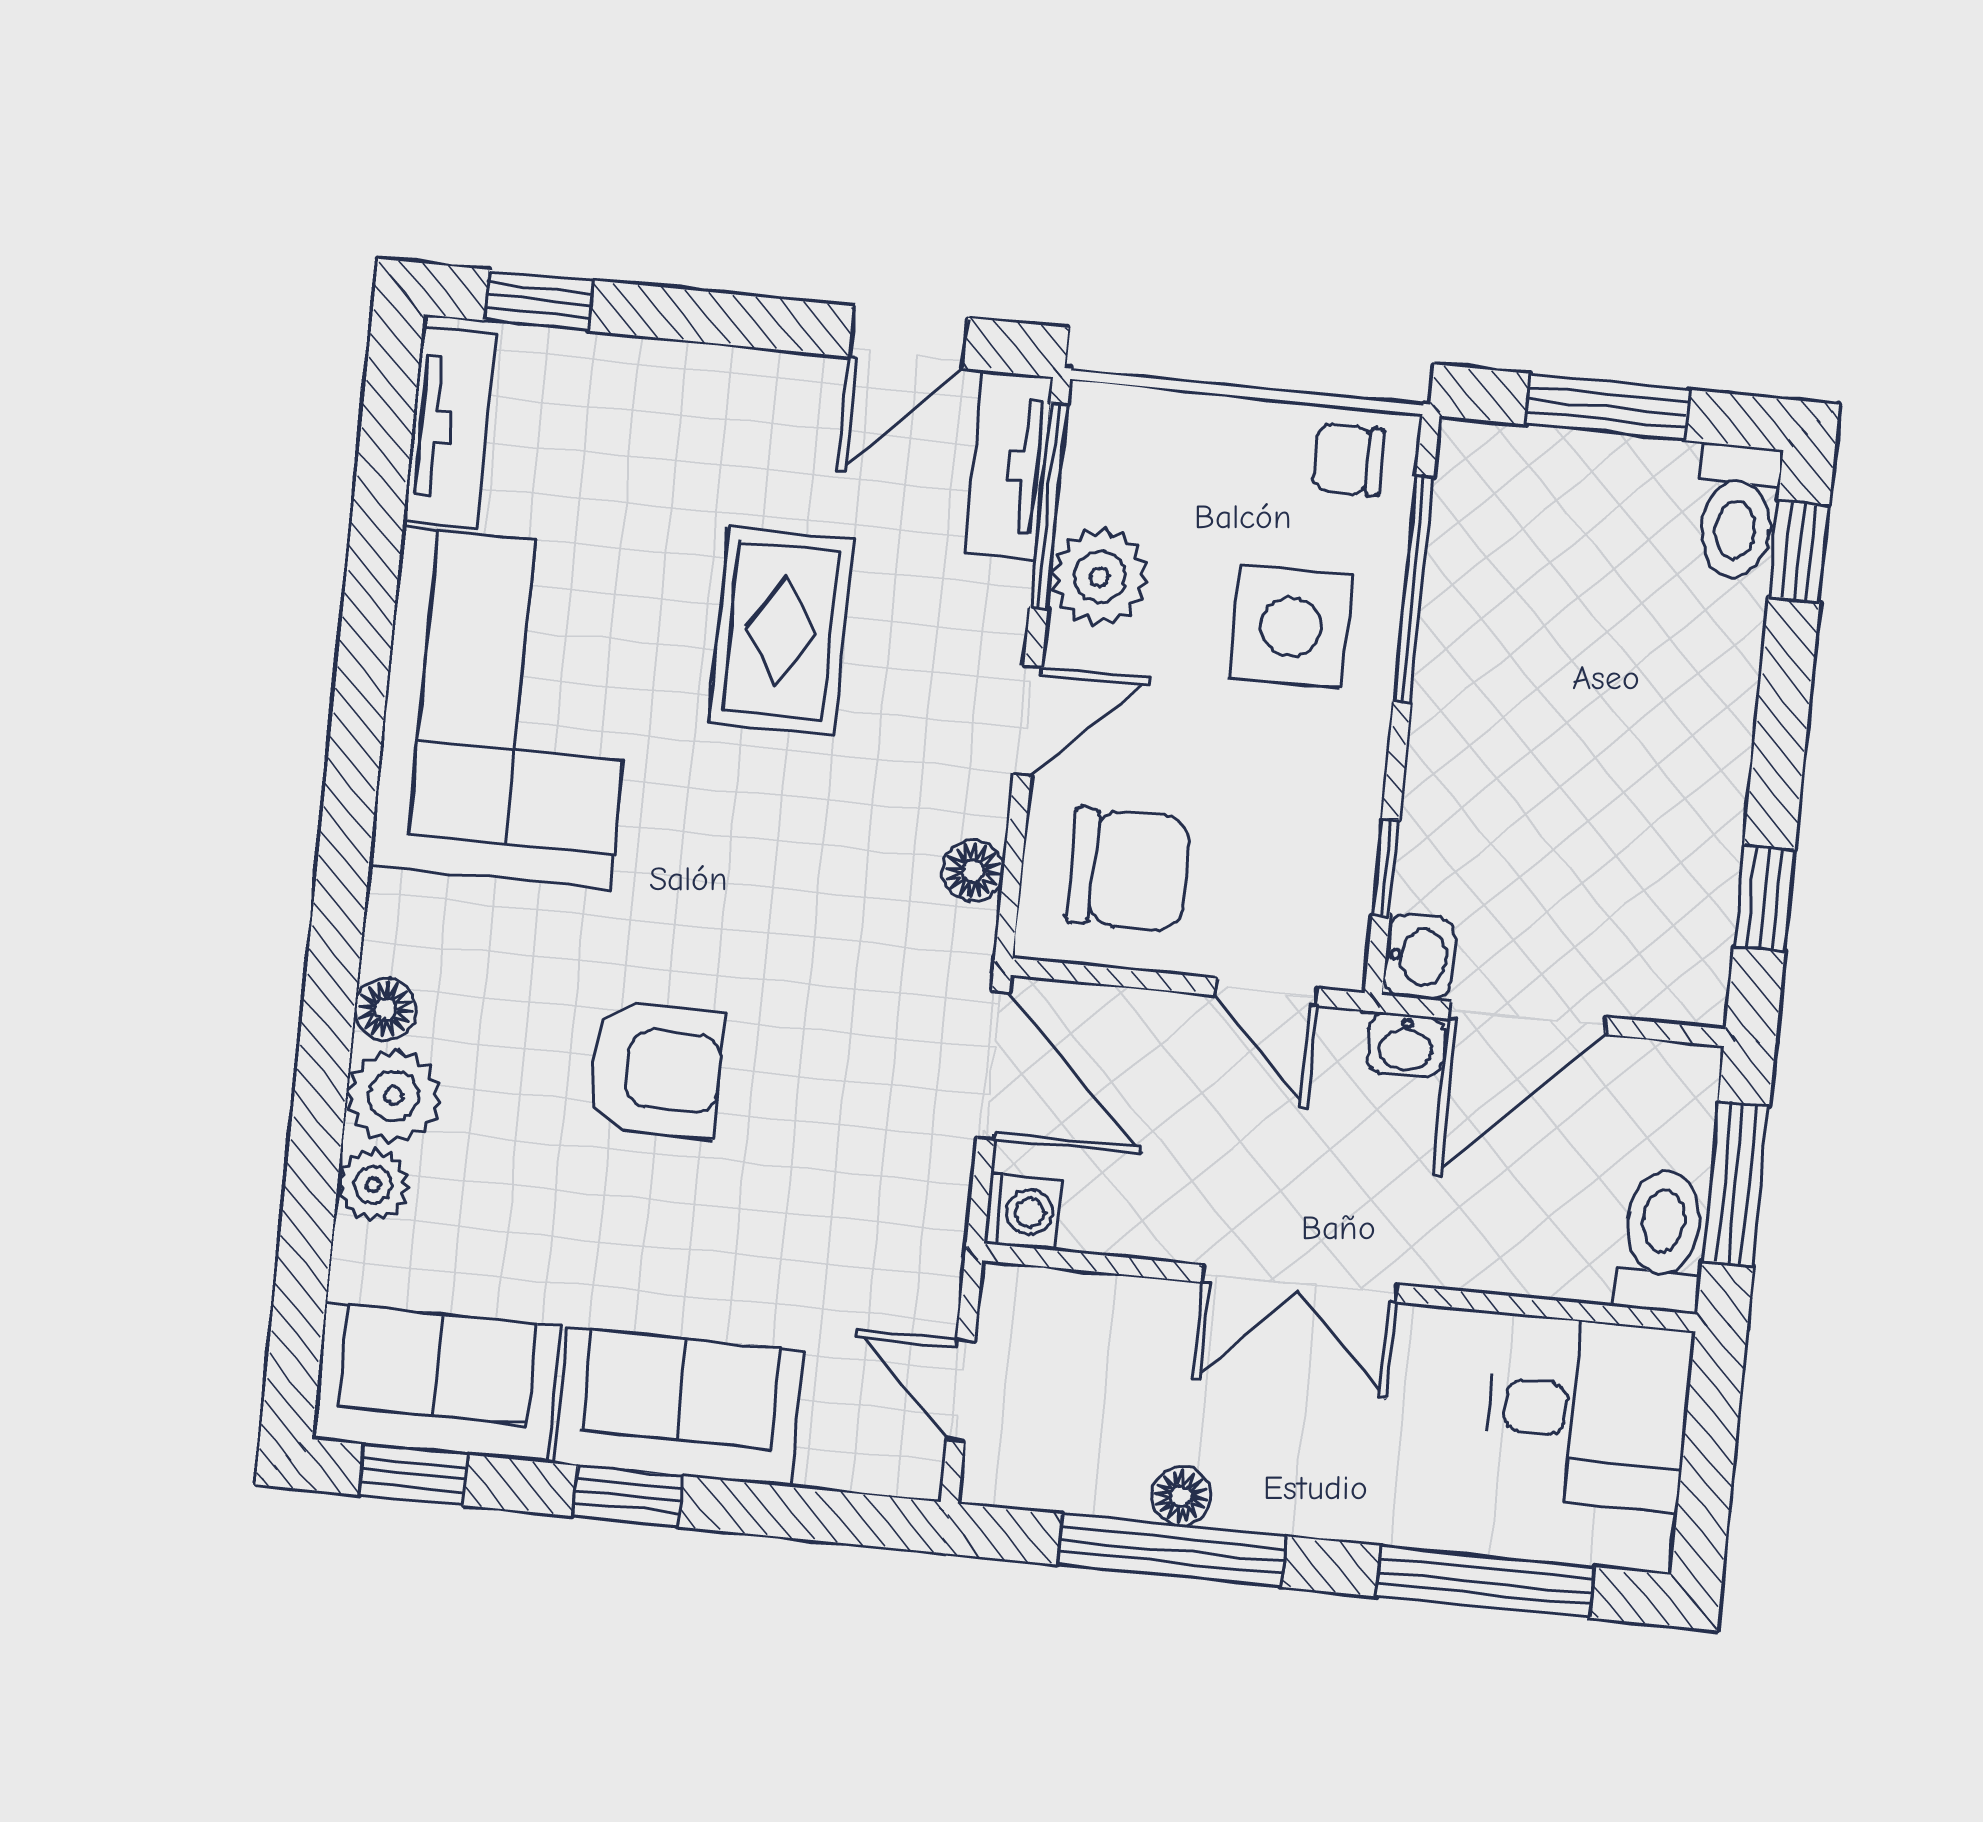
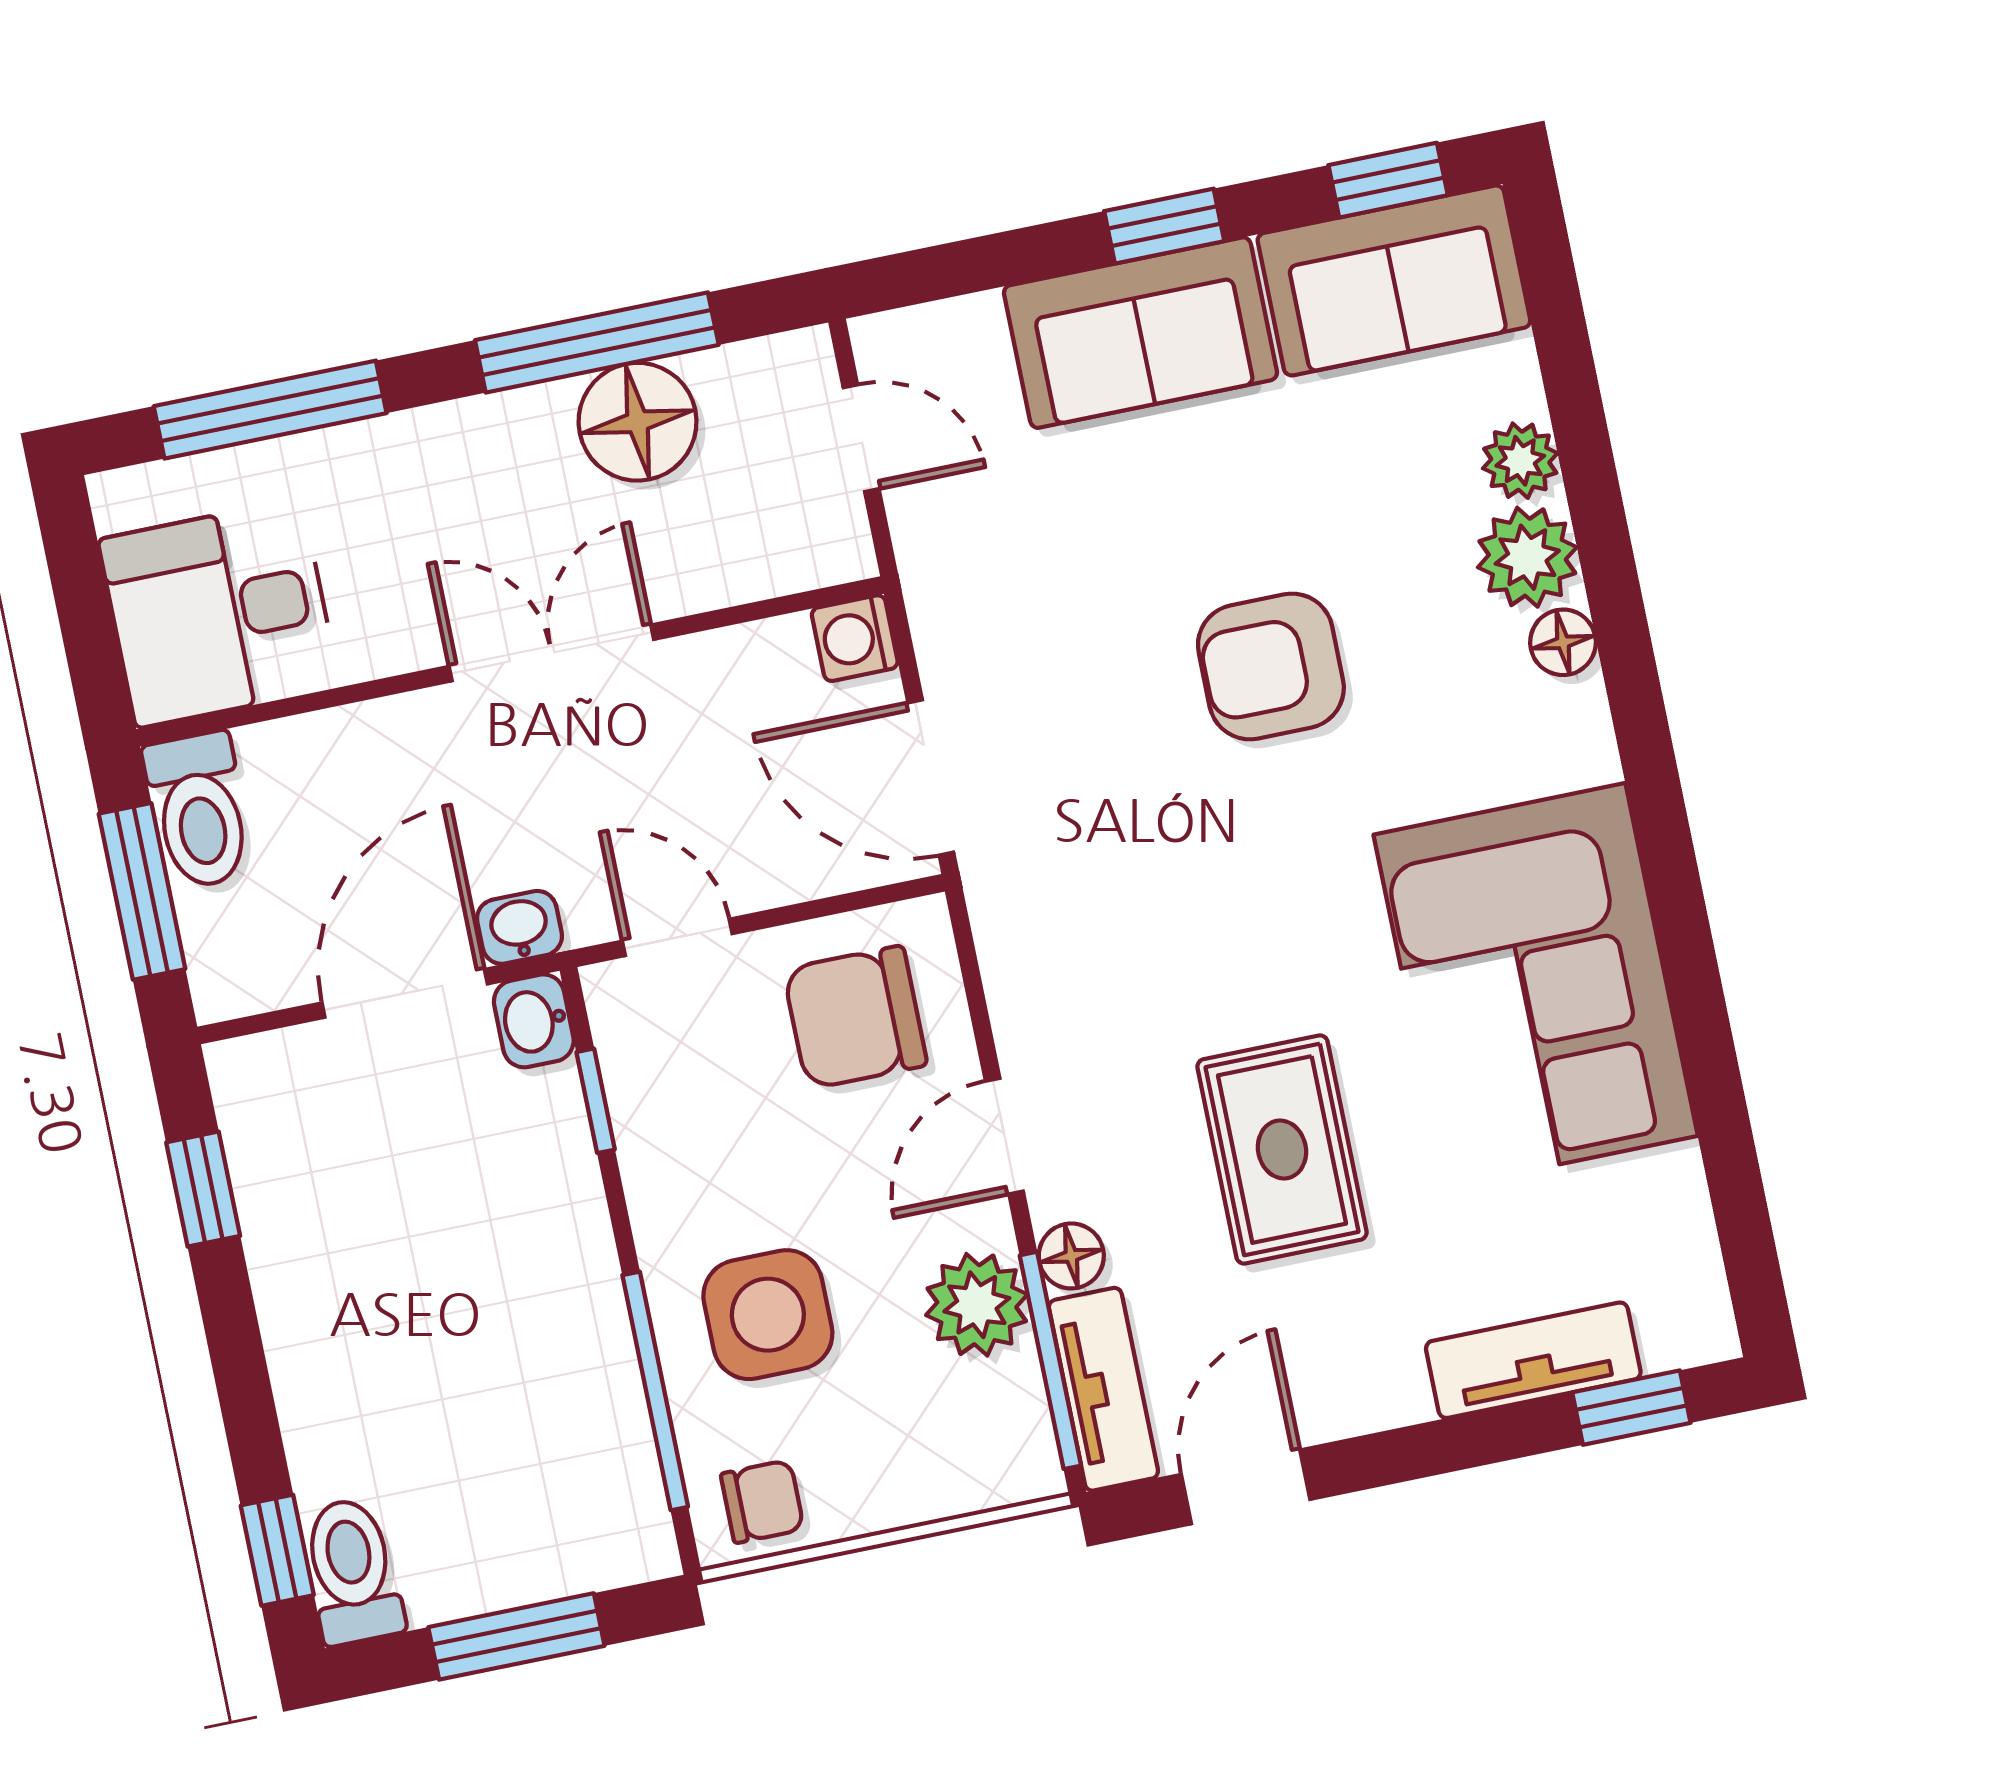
tv unit: (450, 427) -> (1533, 1360), moved, turned 90
floor lamp: (973, 871) -> (1071, 1256), moved
floor lamp: (1181, 1496) -> (638, 422), width x1.89, depth x1.89

